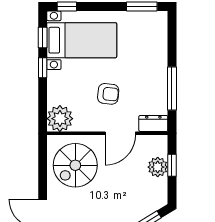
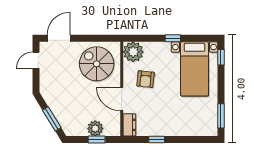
window: (43, 37) -> (197, 38), removed
window: (172, 89) -> (157, 139), width x0.46
armchair: (108, 94) -> (146, 79), moved

